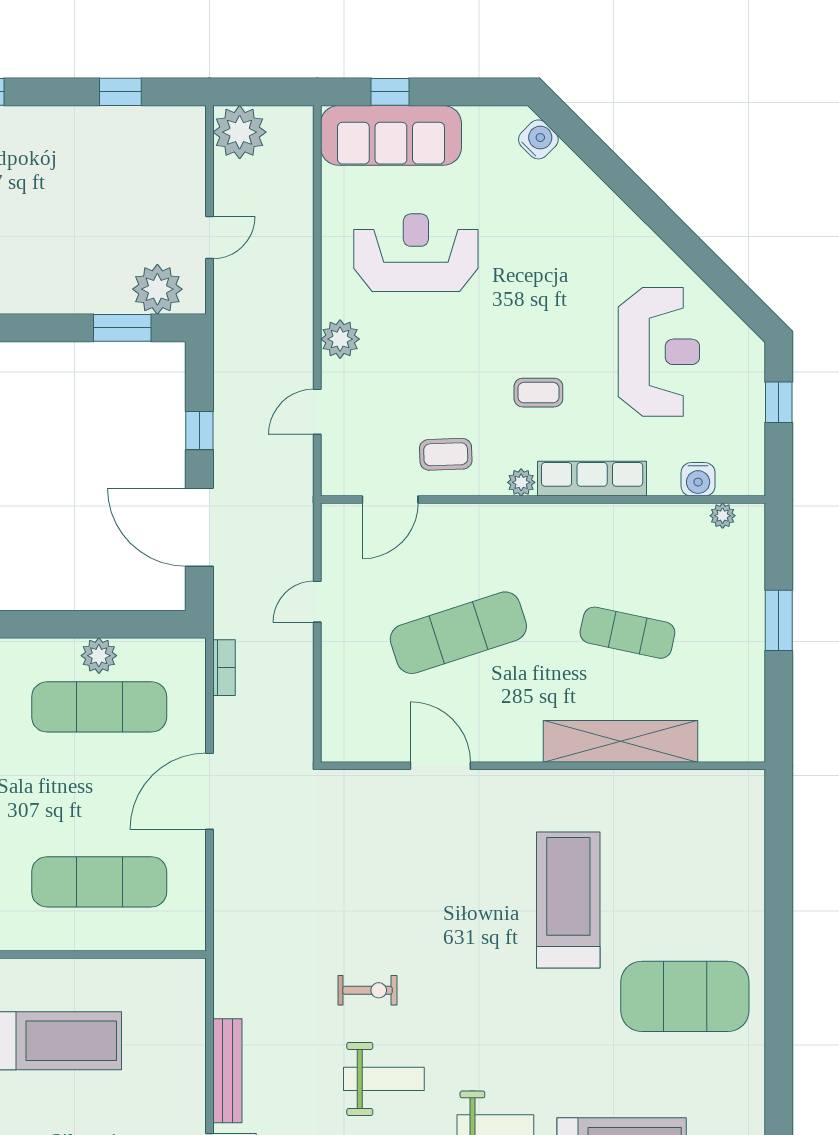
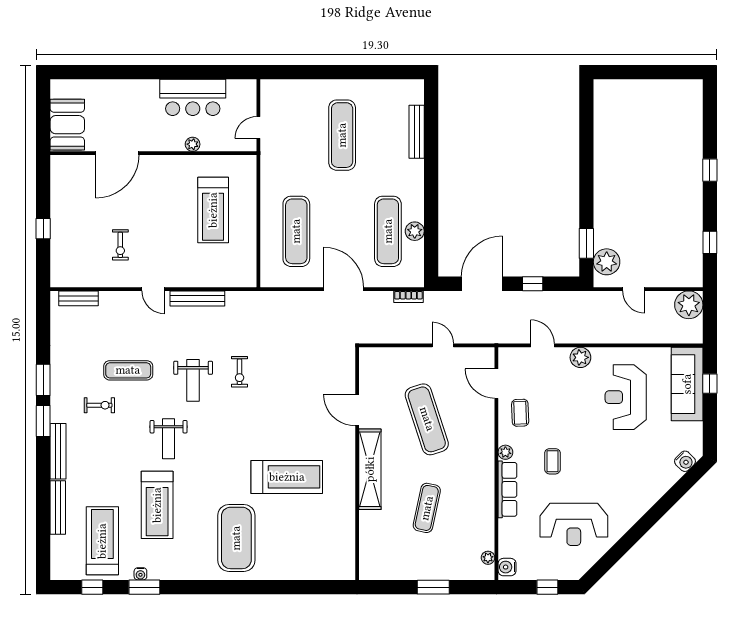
reception desk: (416, 253) -> (626, 397), turned 180
water cooler: (698, 479) -> (507, 567), moved
shelving: (620, 741) -> (370, 469), moved
door: (440, 766) -> (357, 410), swing flipped

